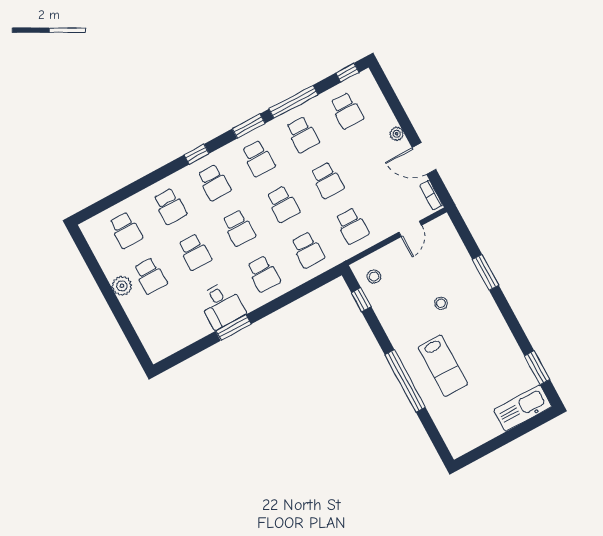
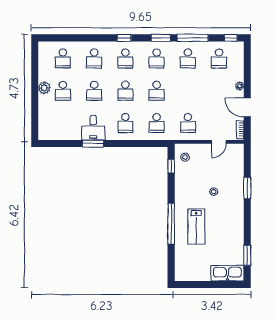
school desk: (327, 180) -> (188, 91), removed

